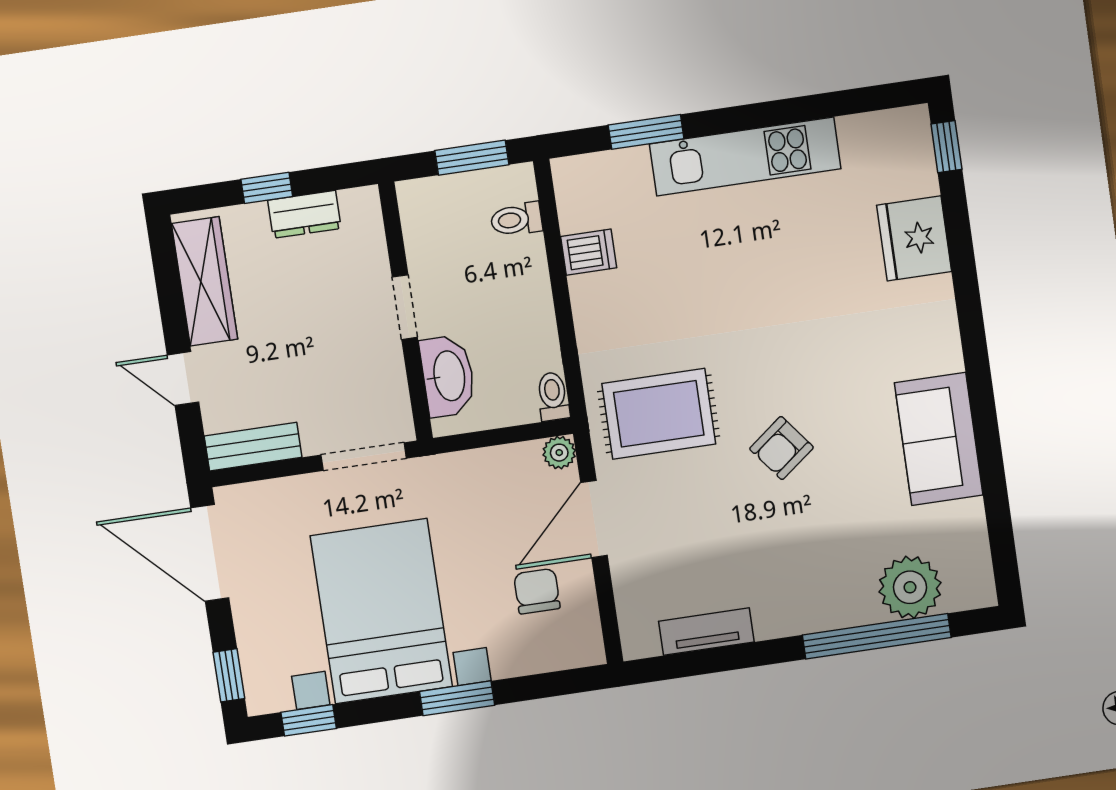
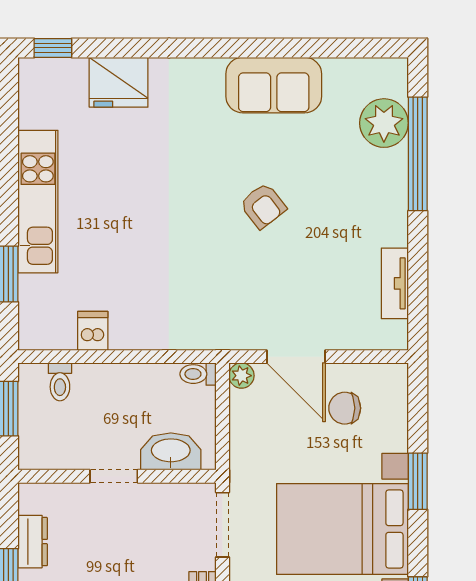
rug: (659, 414) -> (223, 296), removed

